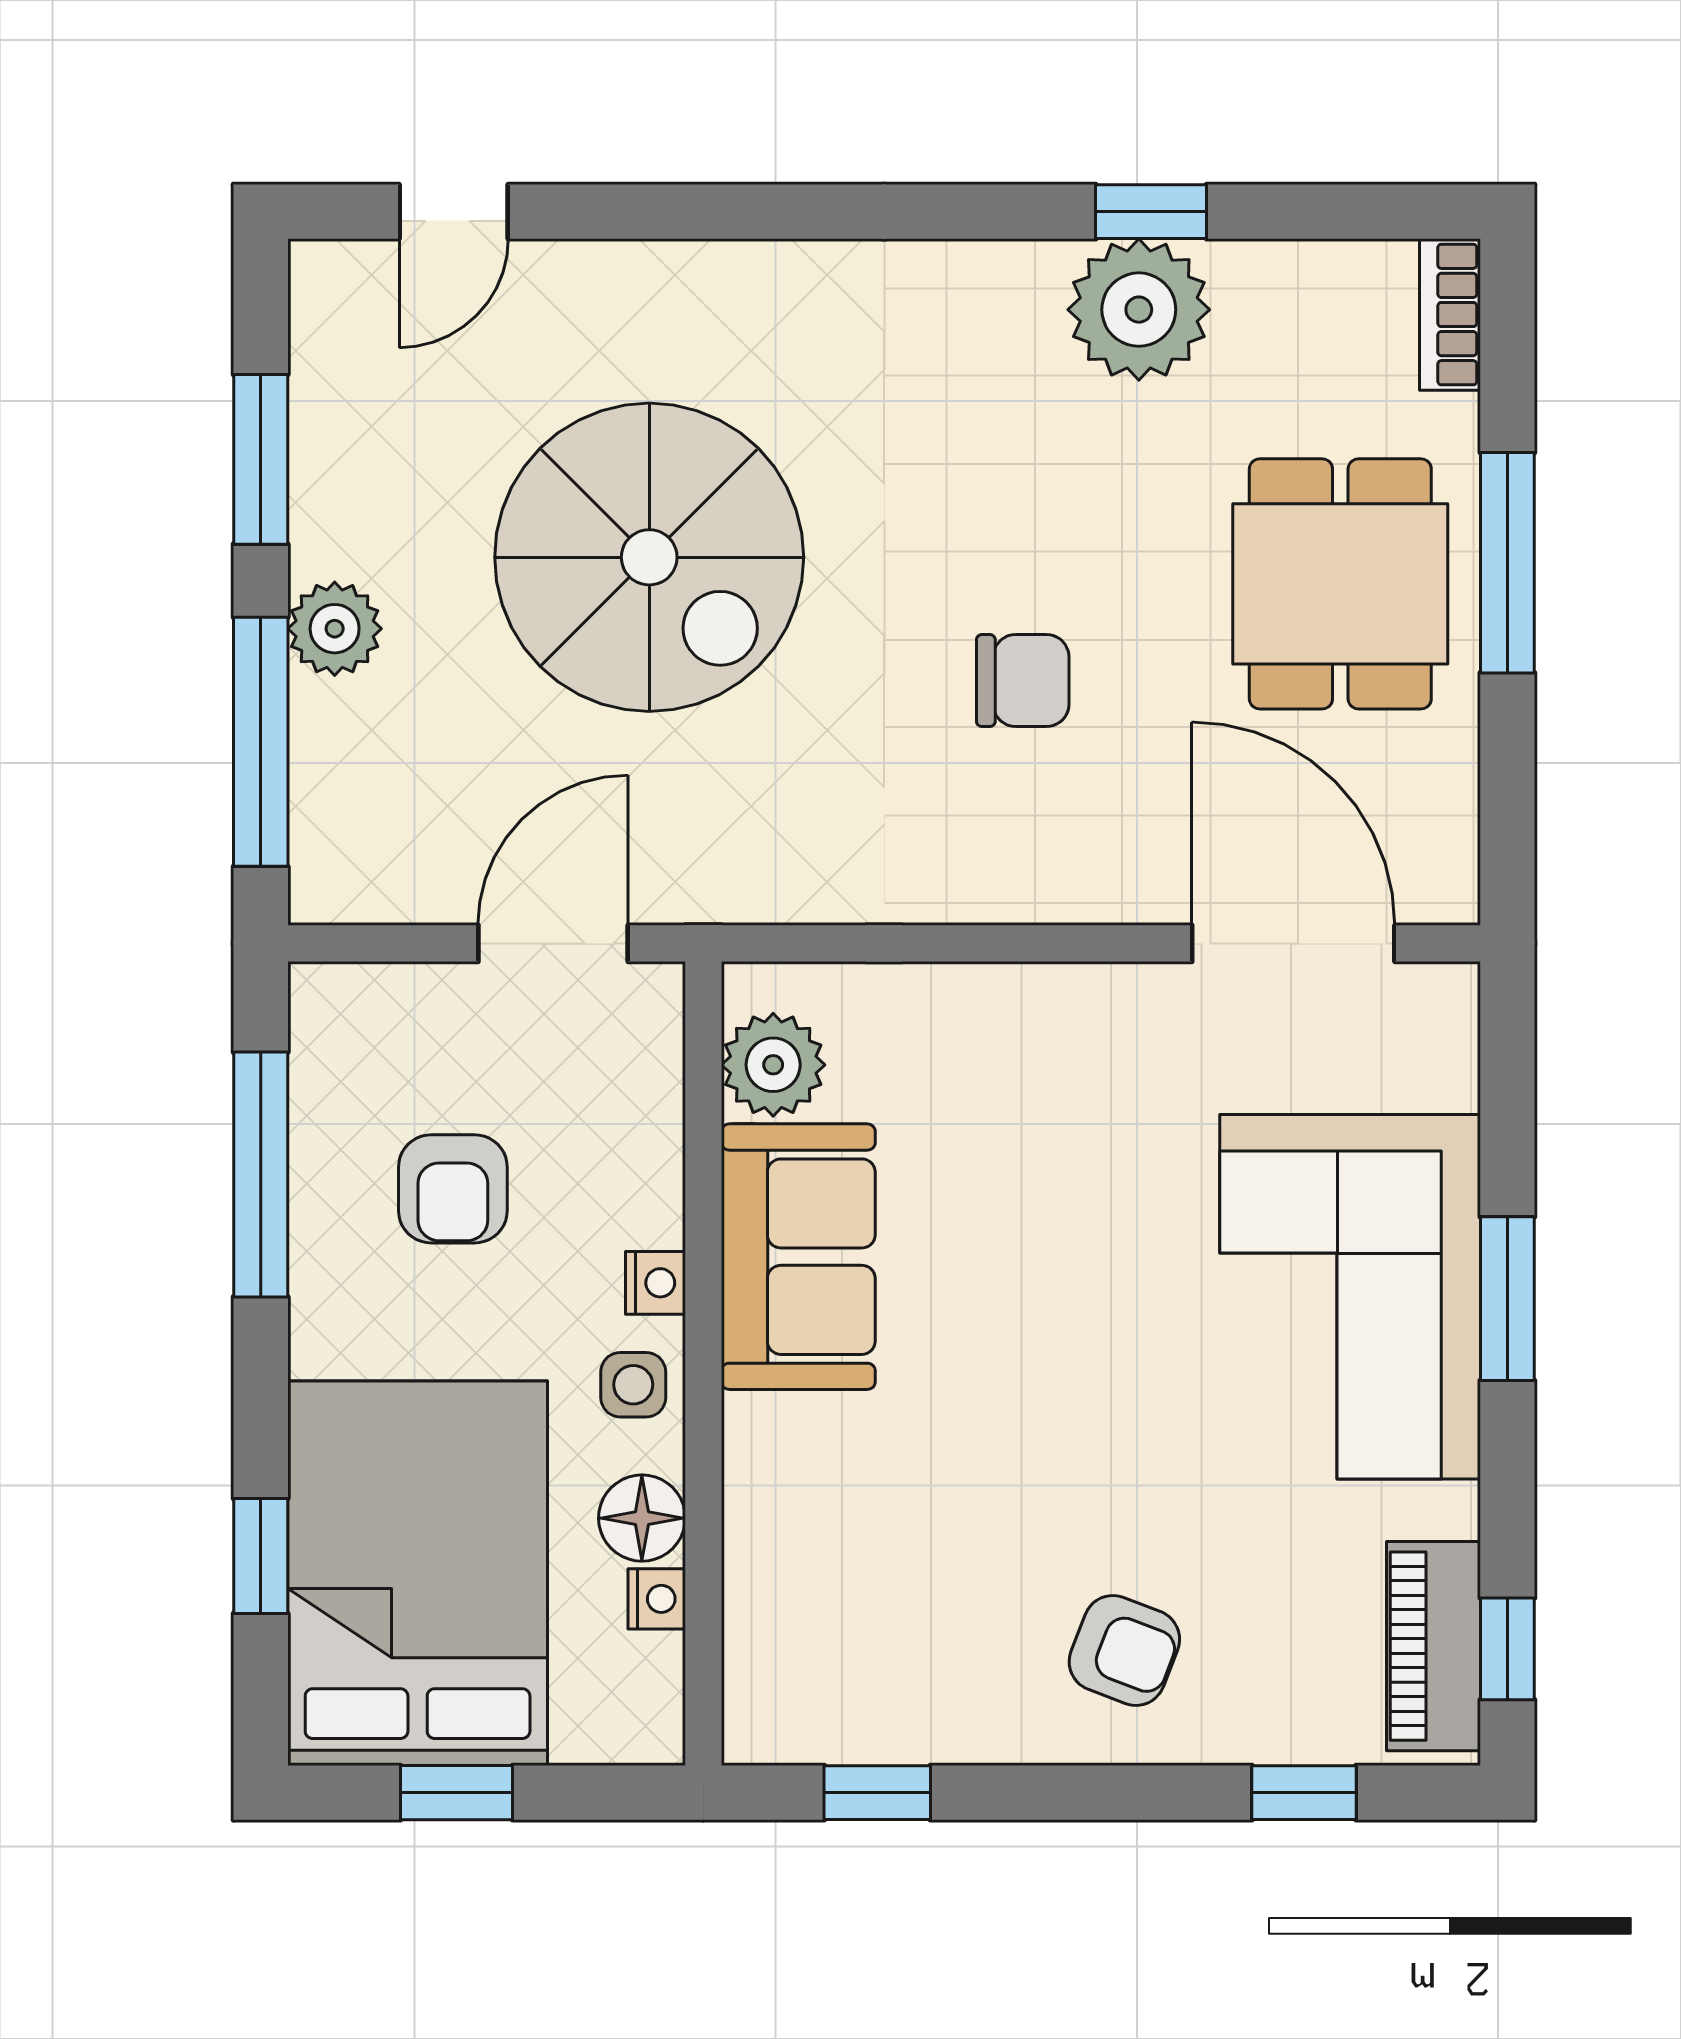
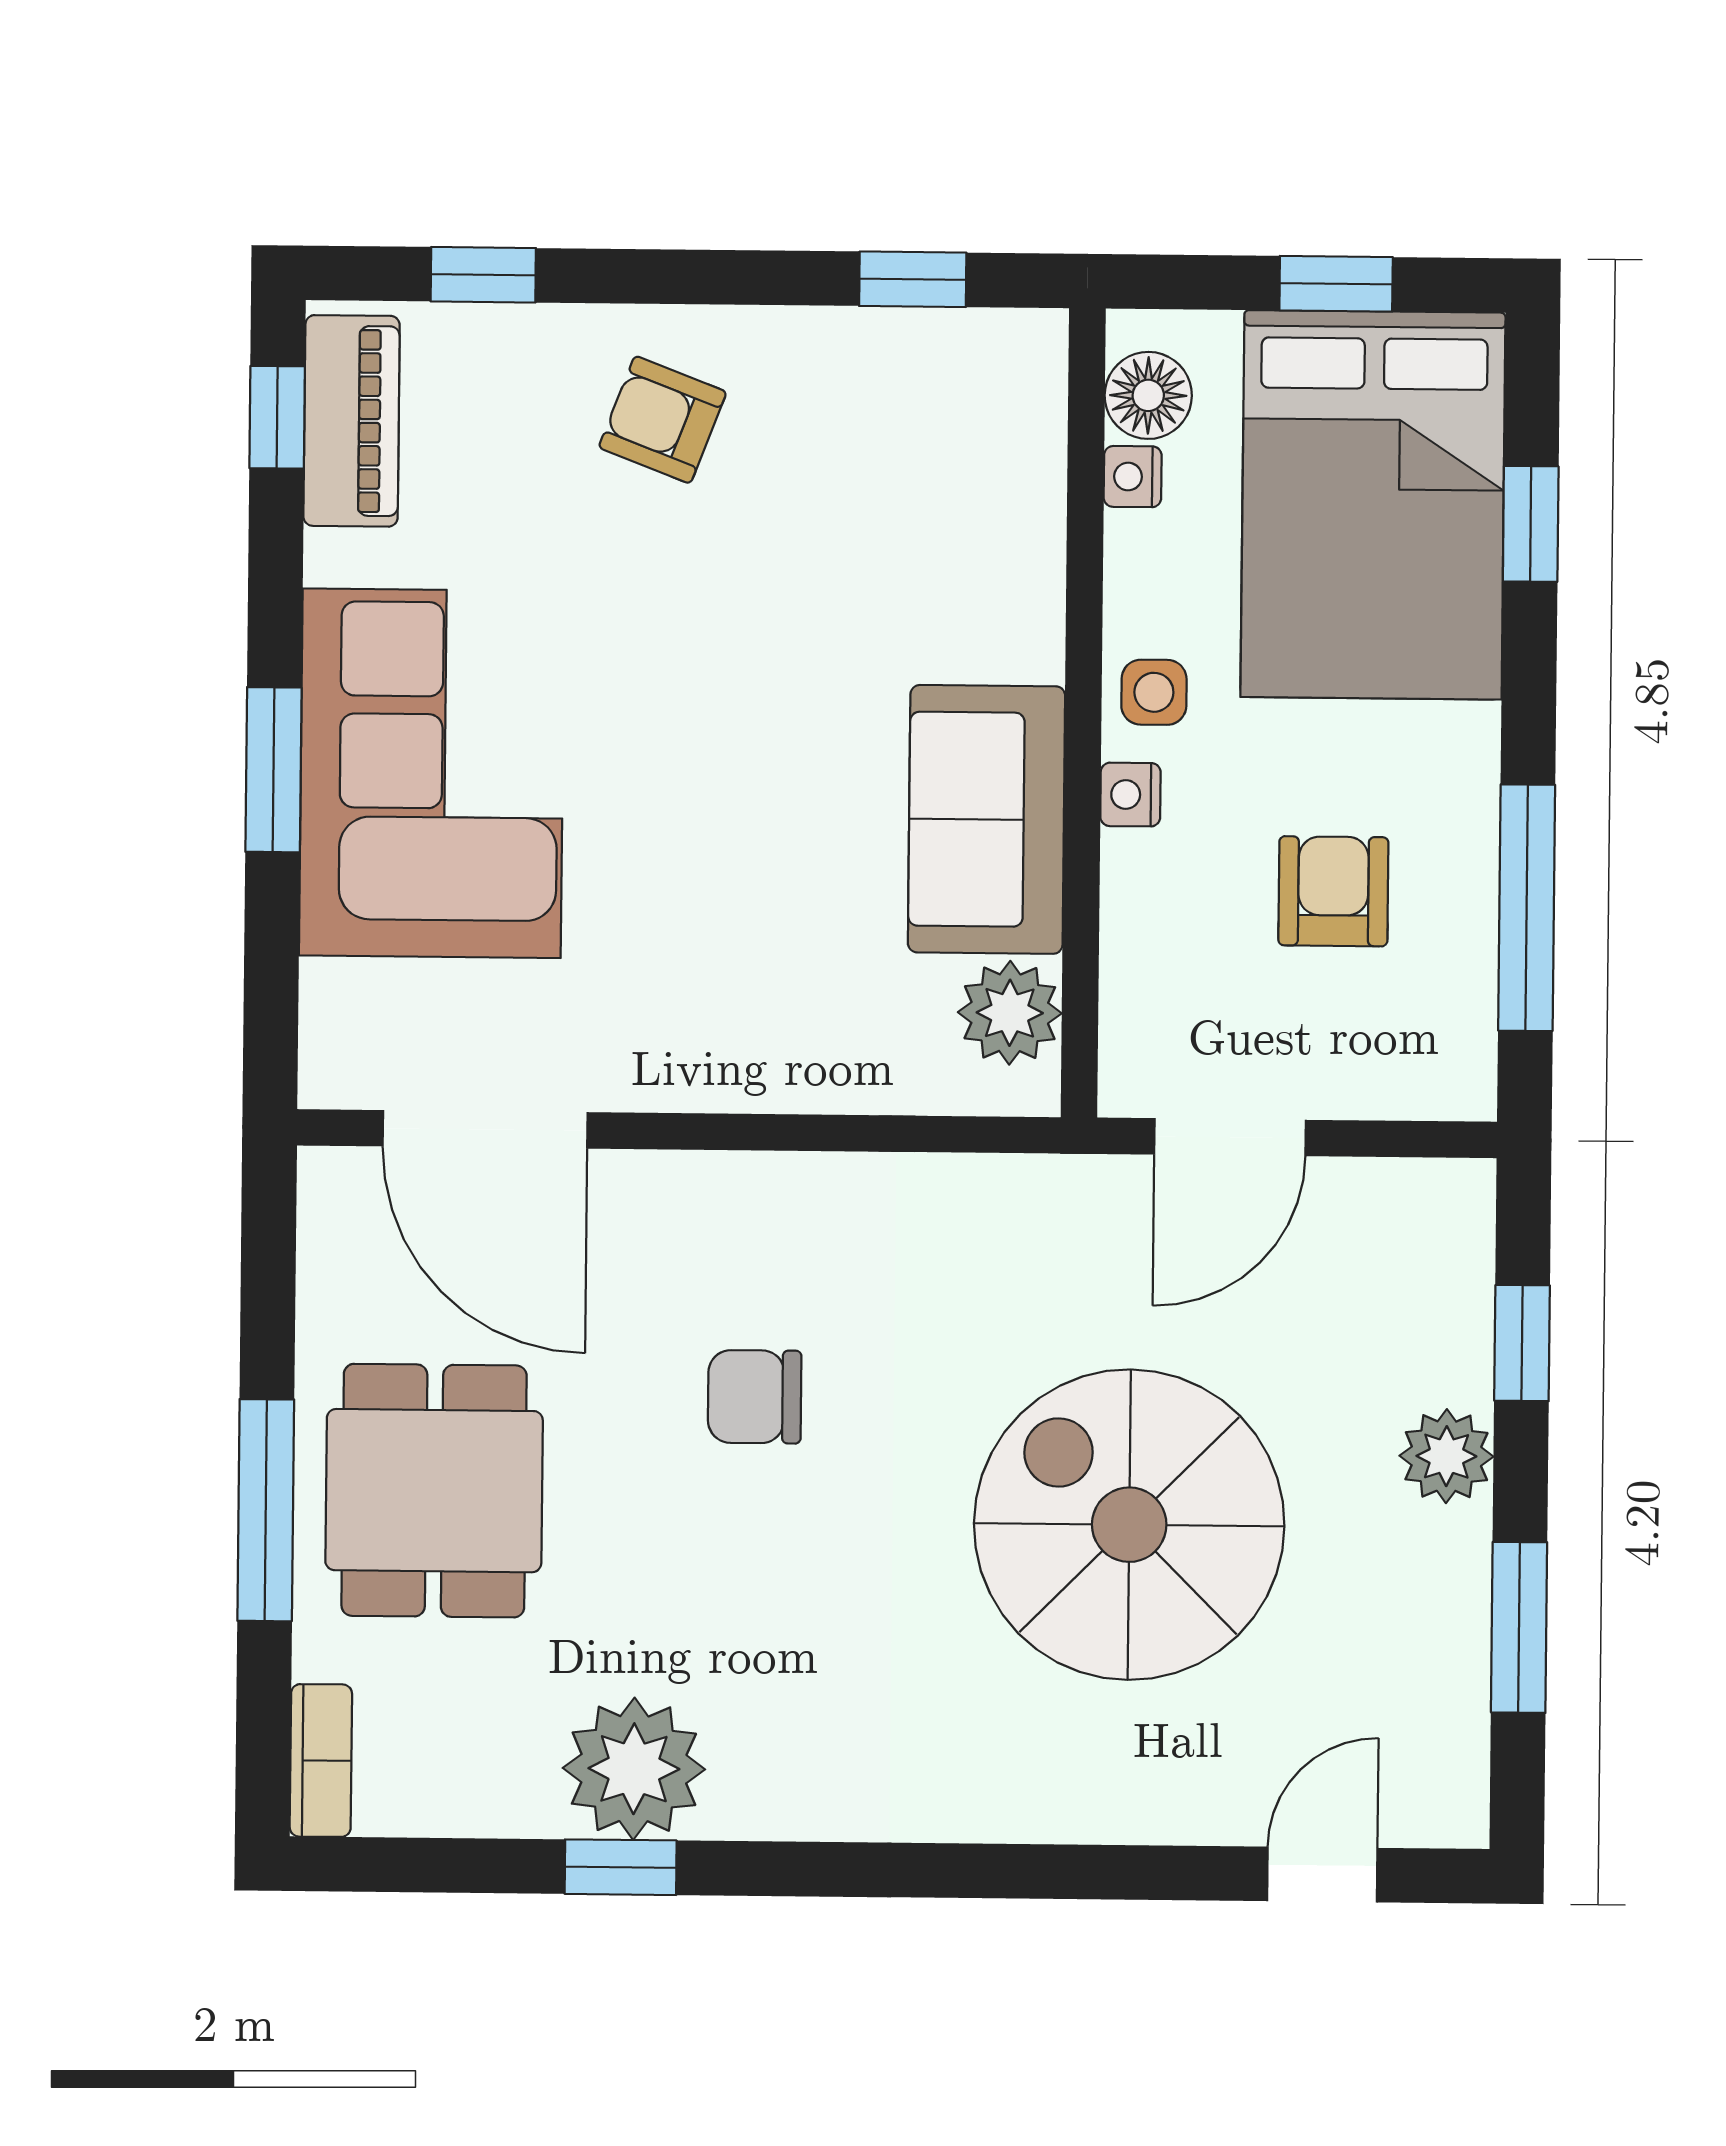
window: (261, 742) -> (1522, 1343), width x0.46
floor lamp: (642, 1518) -> (1148, 395), moved

